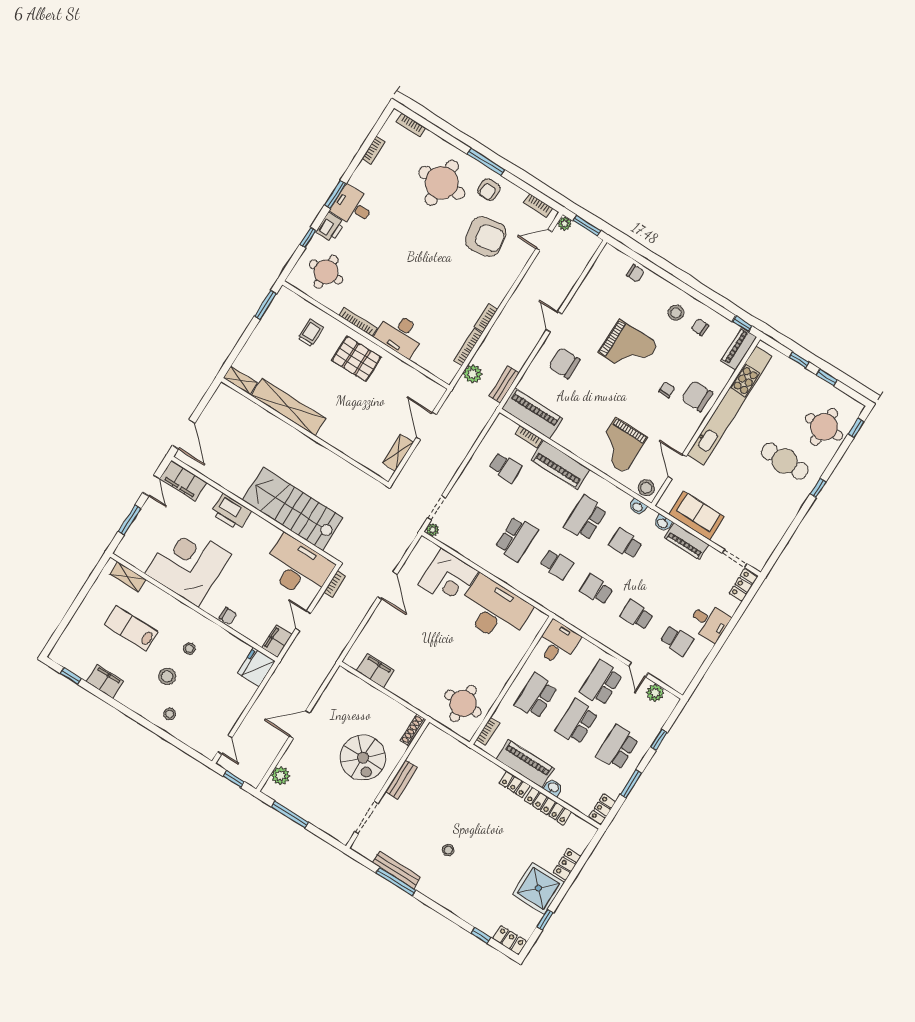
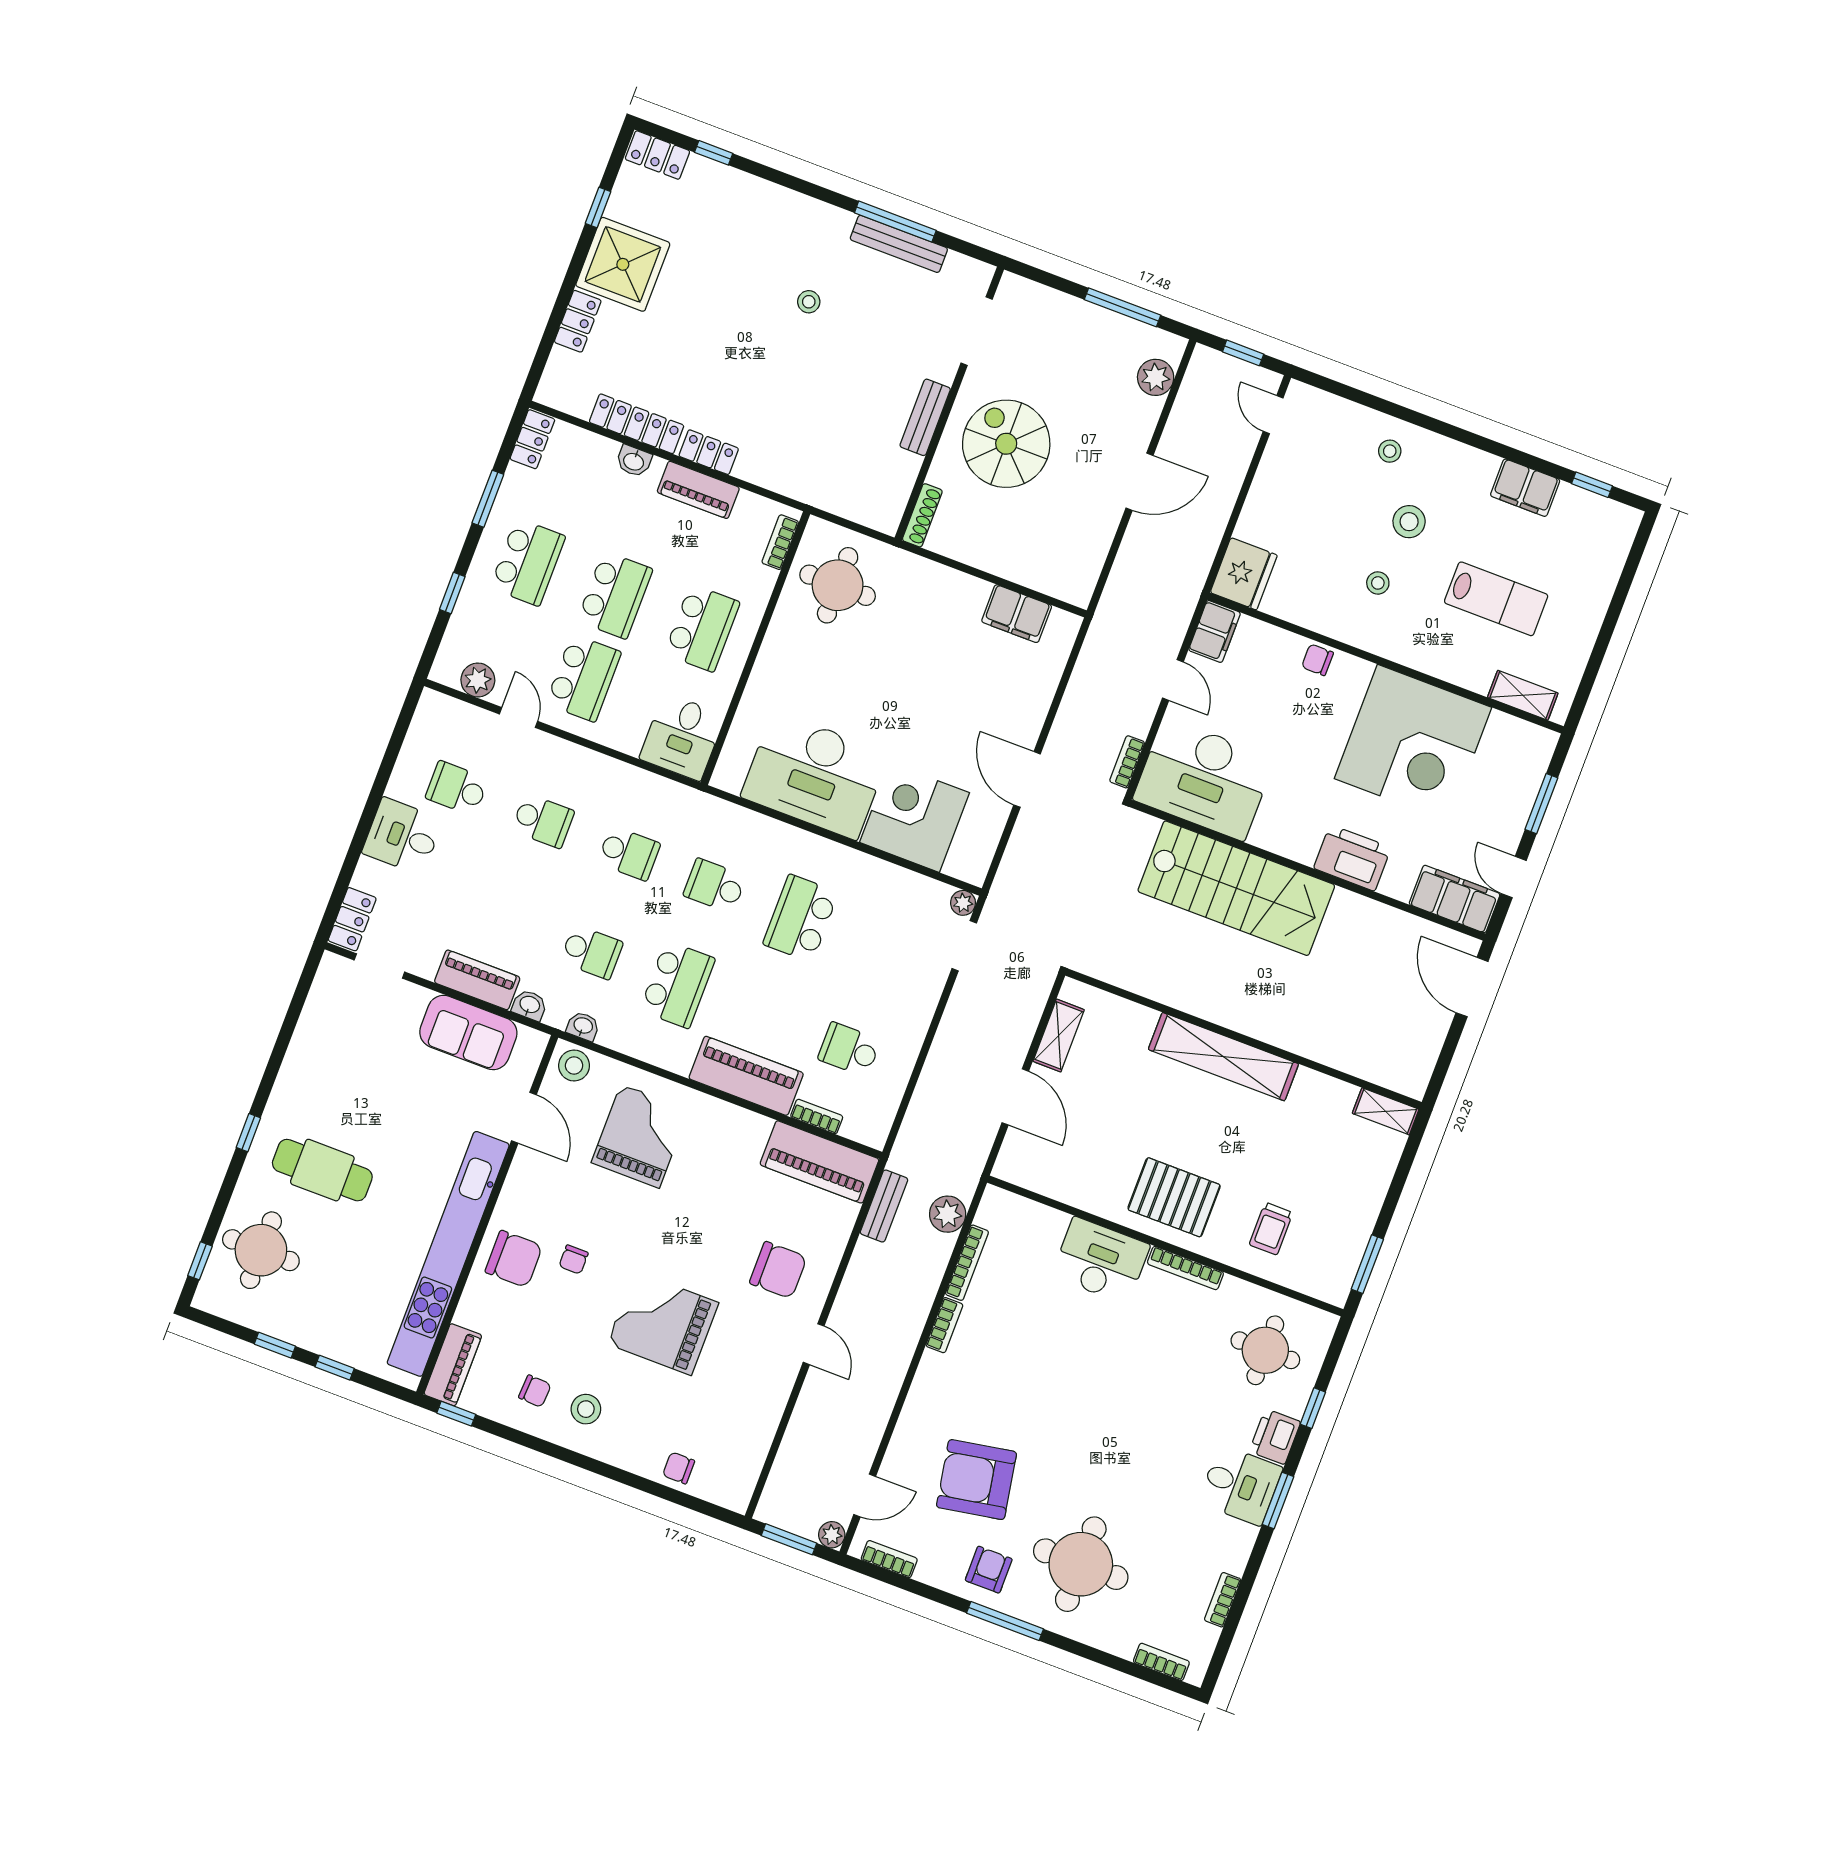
shelving: (288, 407) -> (1223, 1057), moved
piano: (525, 764) -> (698, 490), width x0.73, depth x0.75

